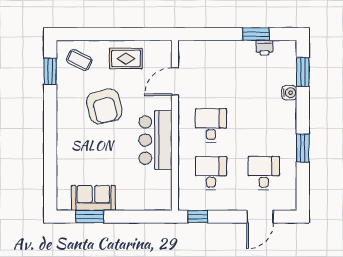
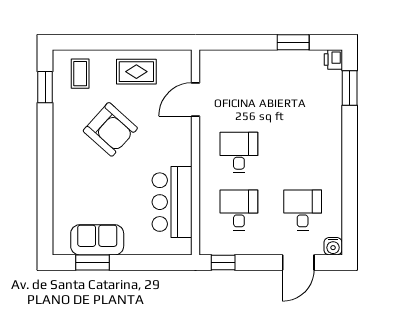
printer: (264, 48) -> (333, 59), moved, turned 90
coffee table: (79, 60) -> (80, 74), turned 64
water cooler: (289, 93) -> (333, 246), moved, turned 90
armchair: (104, 106) -> (110, 129), turned -35
bar counter: (155, 140) -> (172, 202), moved
window: (303, 148) -> (350, 180), removed

